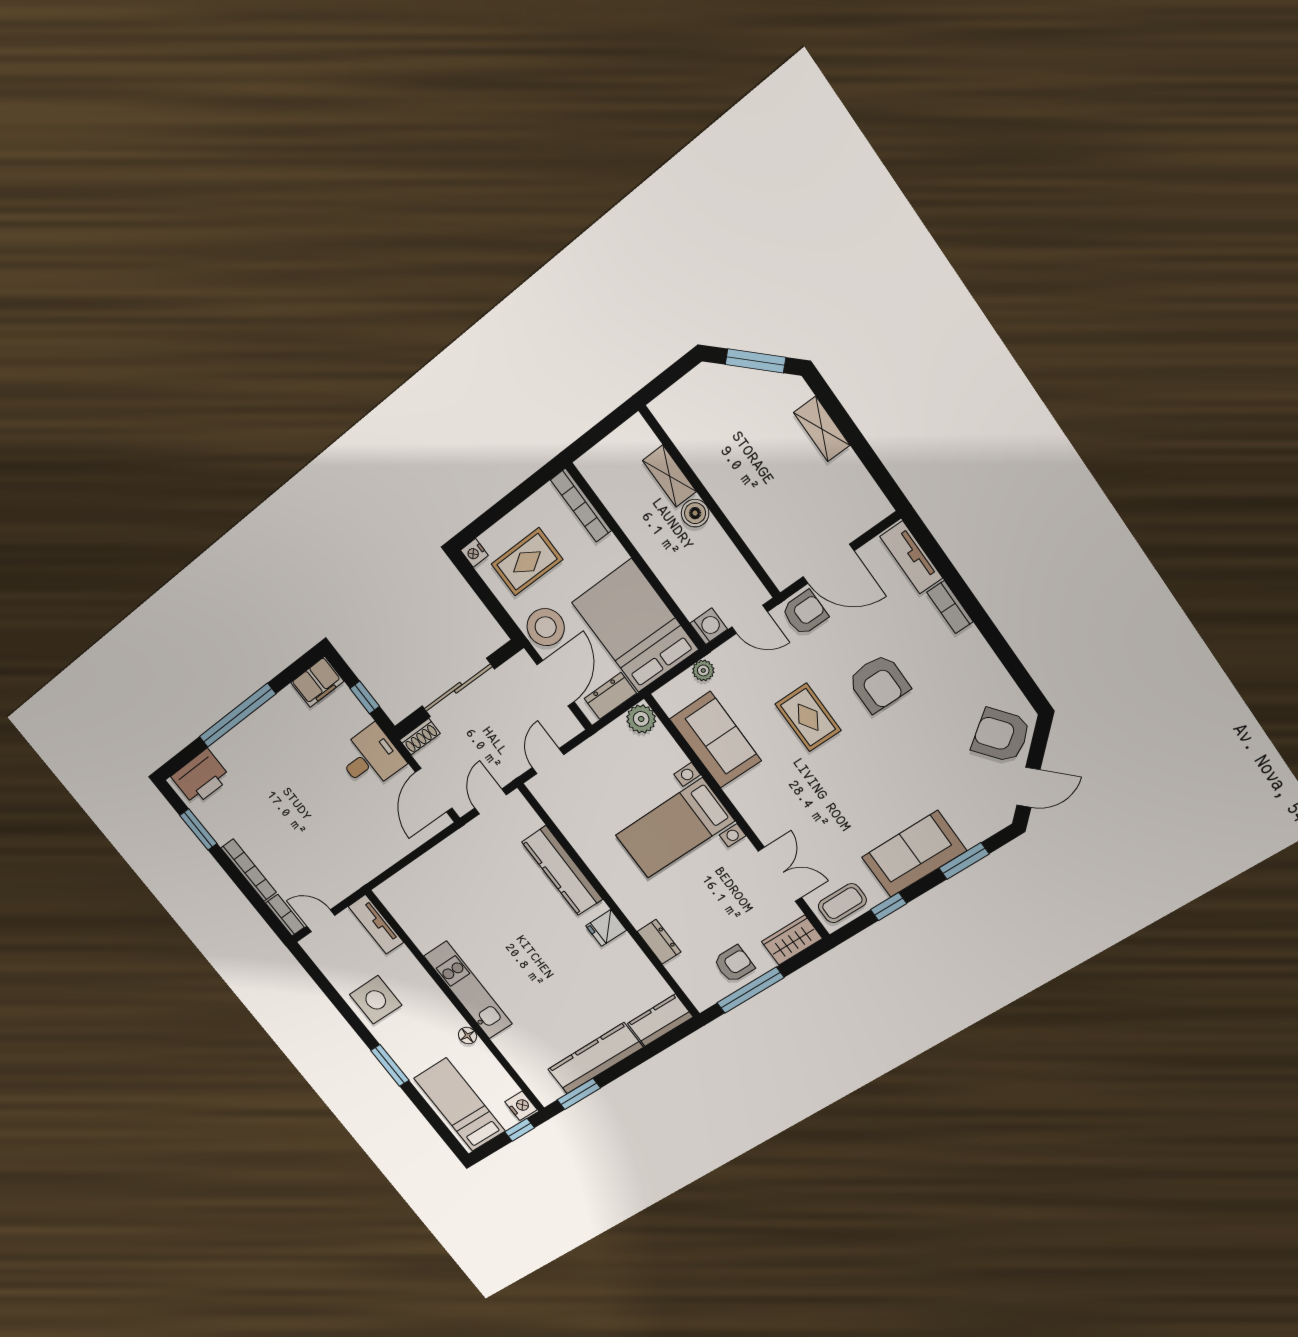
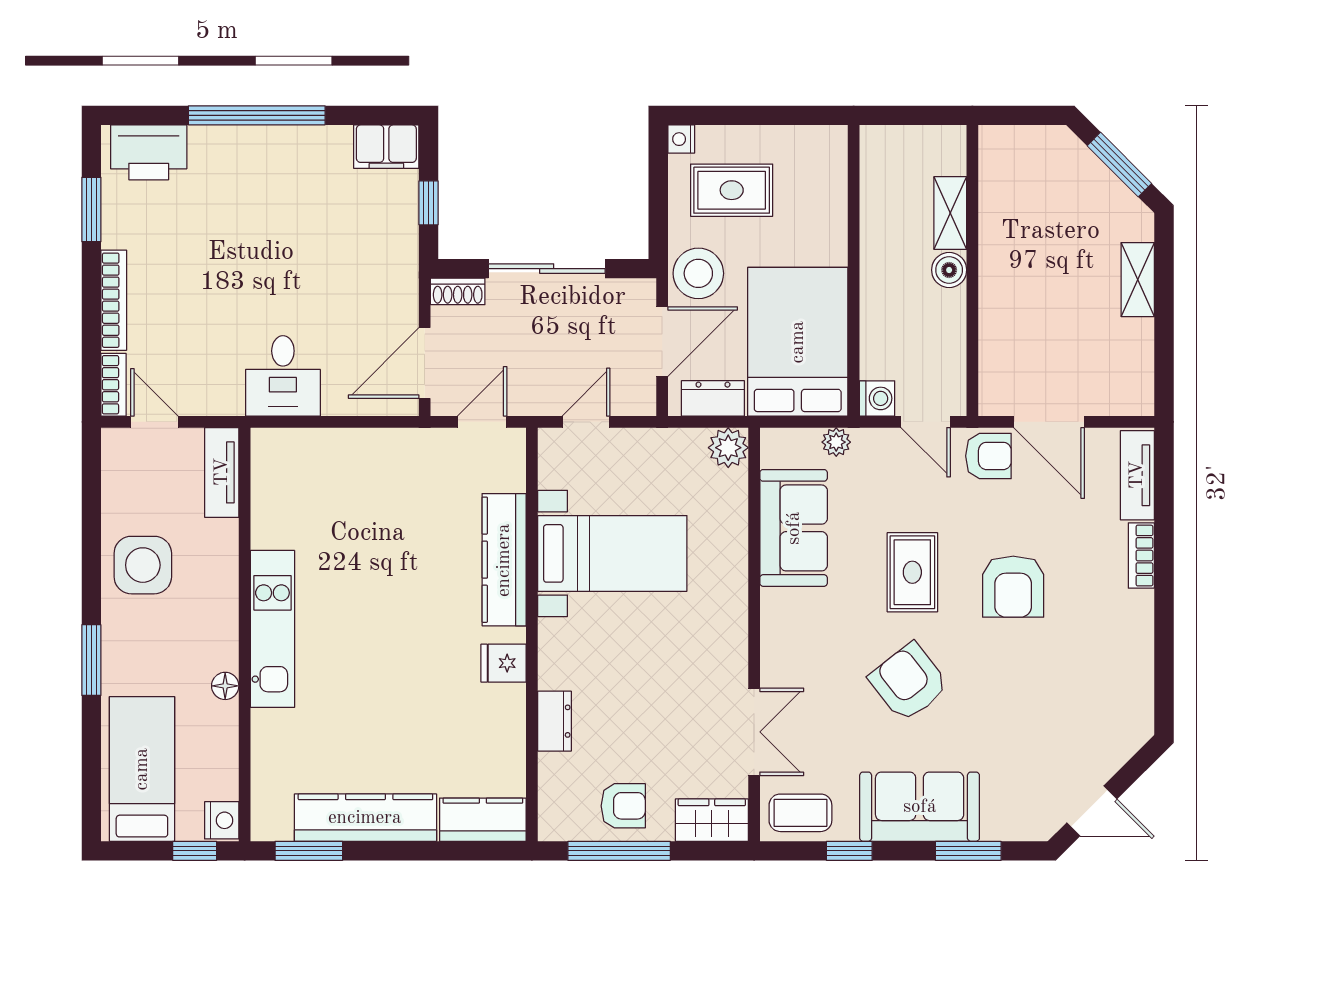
bookcase: (581, 505) -> (835, 175), removed
armchair: (1001, 735) -> (909, 682), moved
desk: (371, 758) -> (283, 376), moved, turned 90
bed with nightstands: (675, 828) -> (612, 553), moved, turned 180

